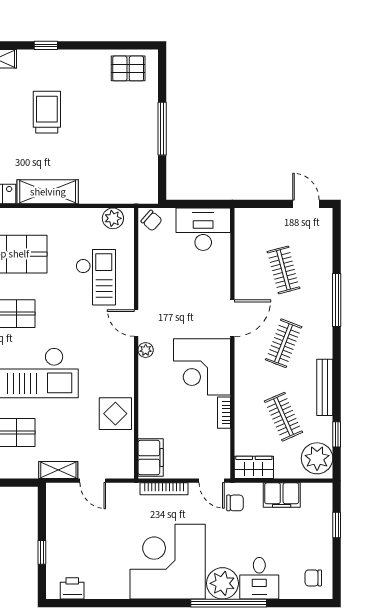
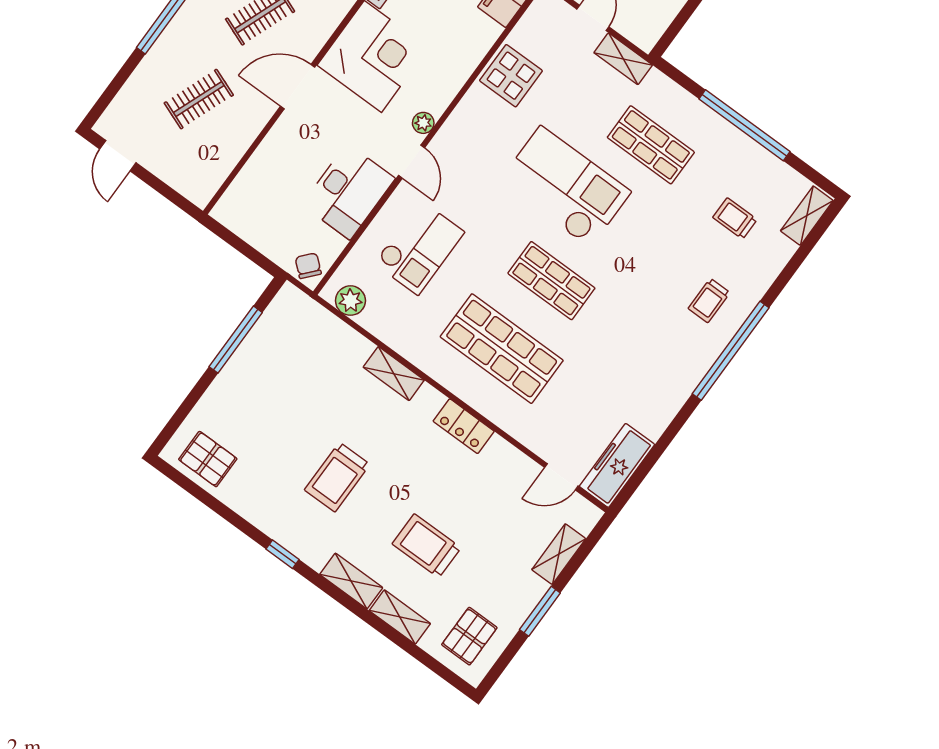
window: (162, 129) -> (236, 340), moved
shelving: (48, 192) -> (394, 374), width x0.67, depth x0.75
desk: (203, 229) -> (349, 192), moved, turned -90
clothes rail: (284, 270) -> (199, 99), turned 36
checkout: (96, 277) -> (419, 248), turned 180

